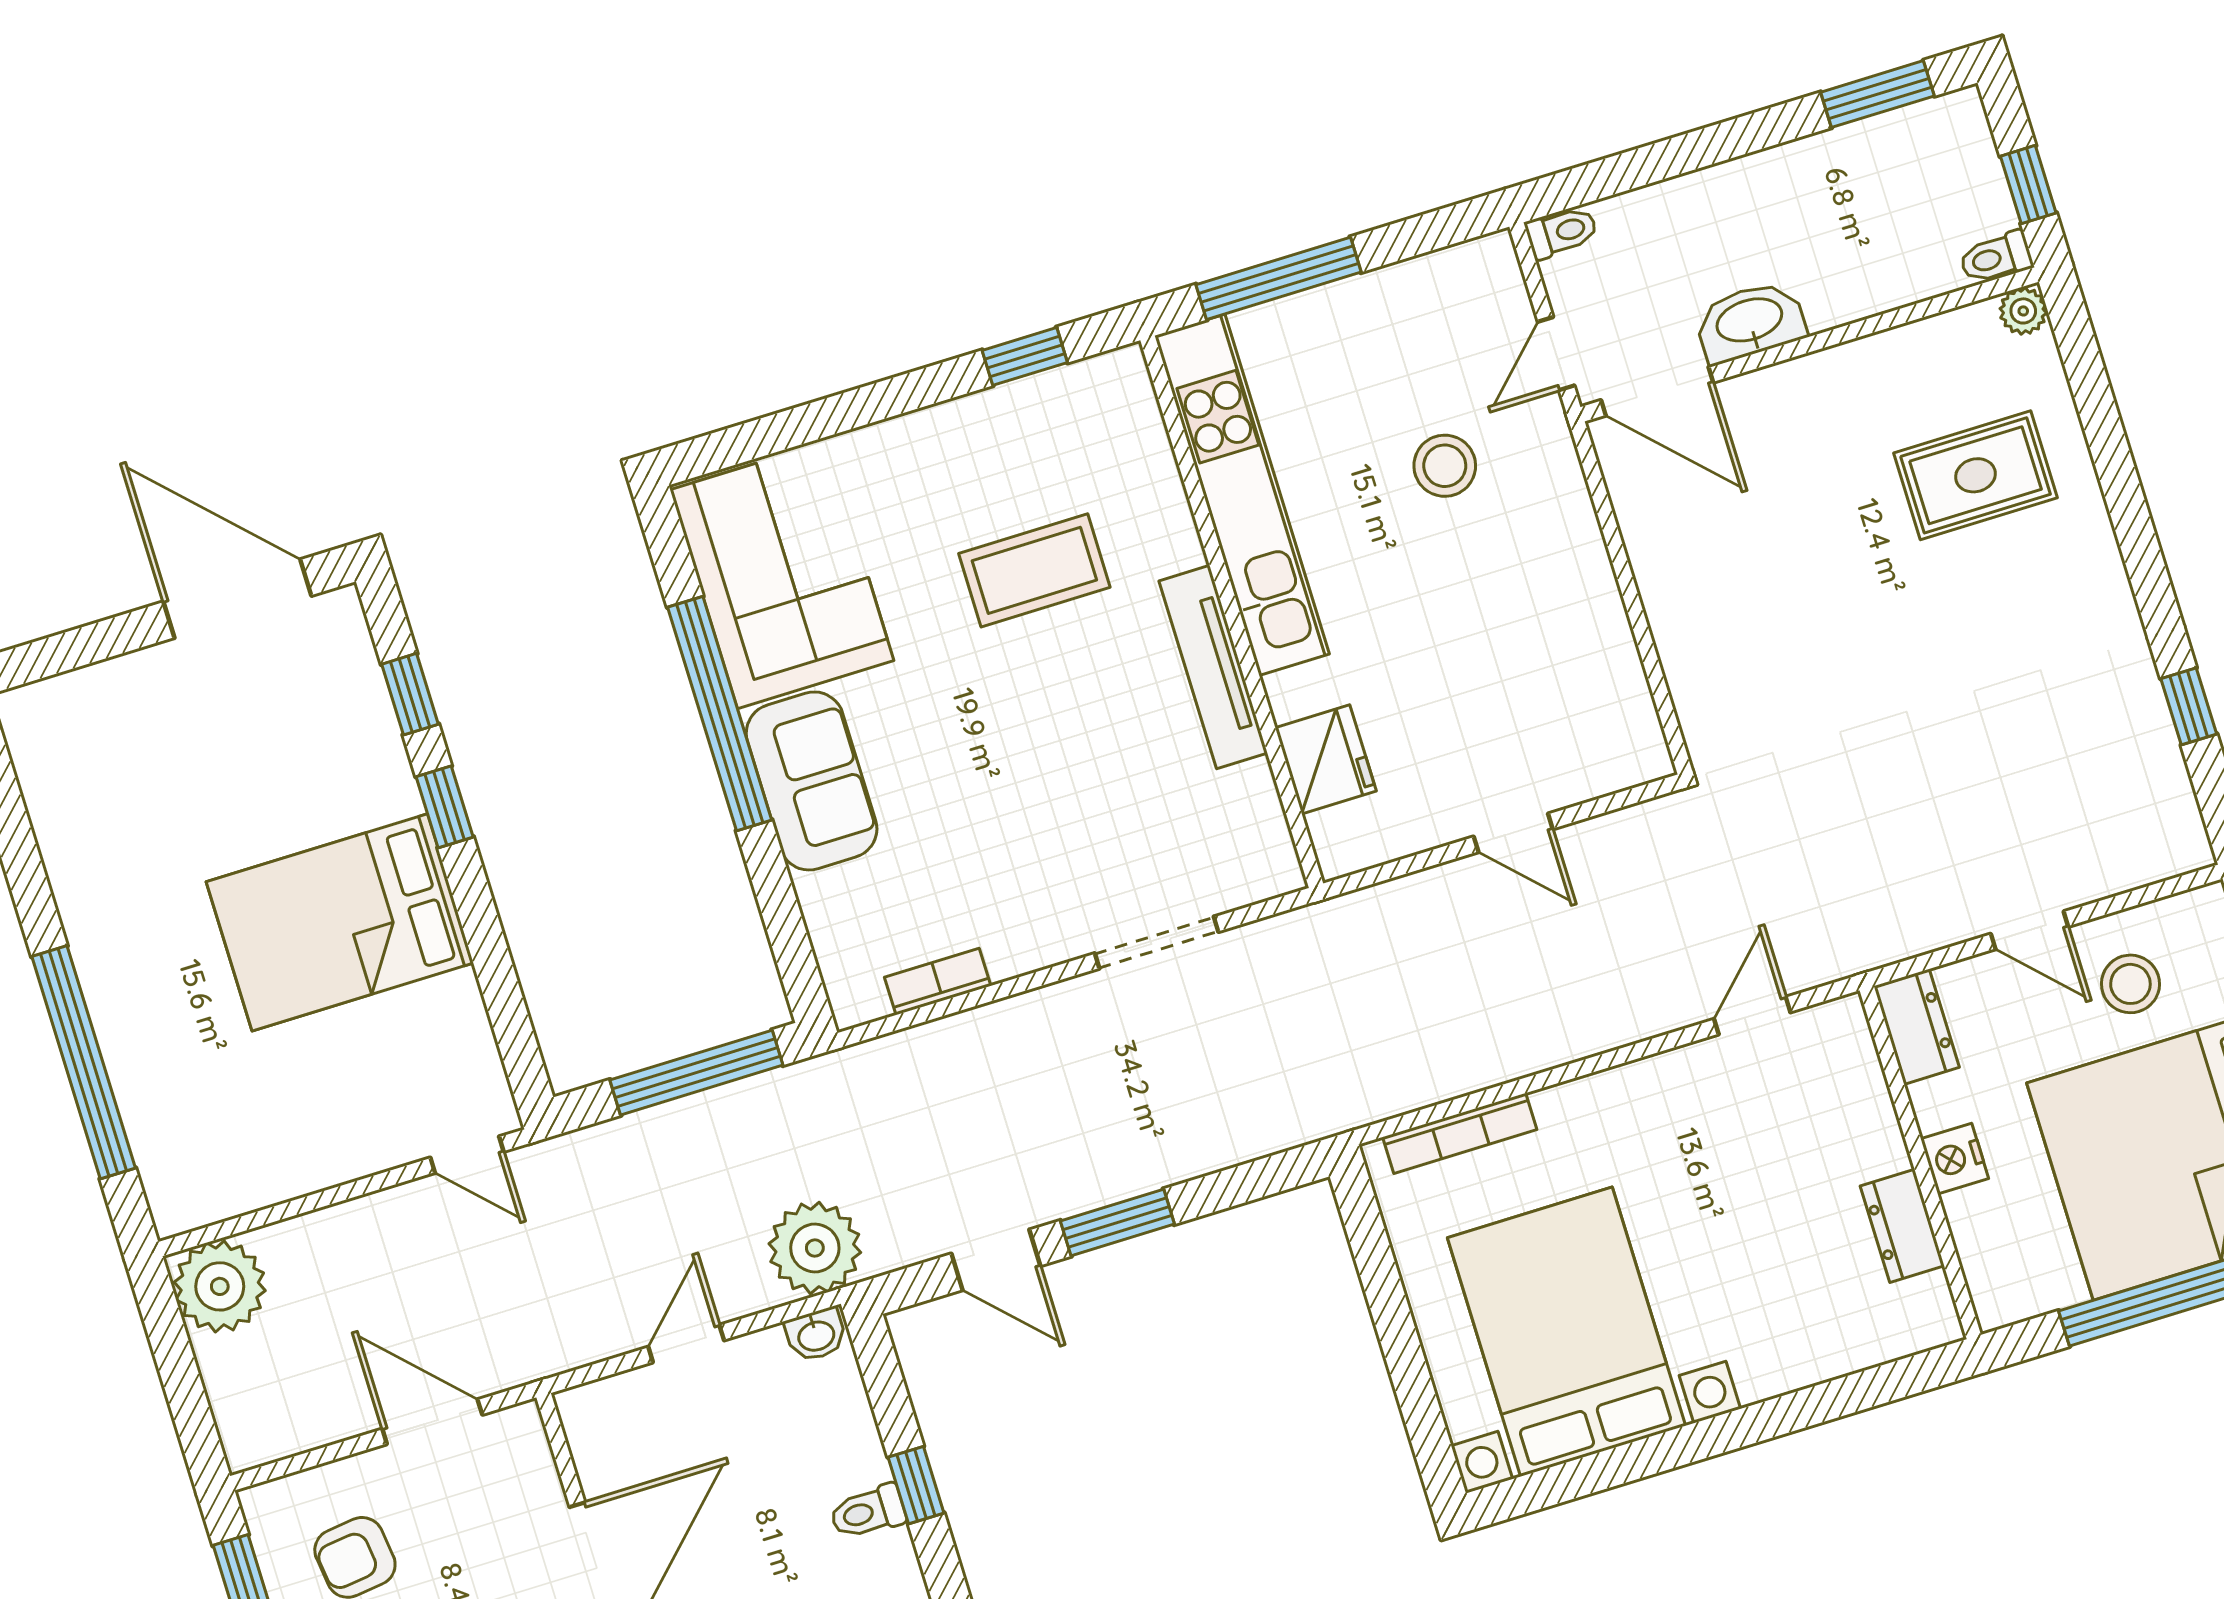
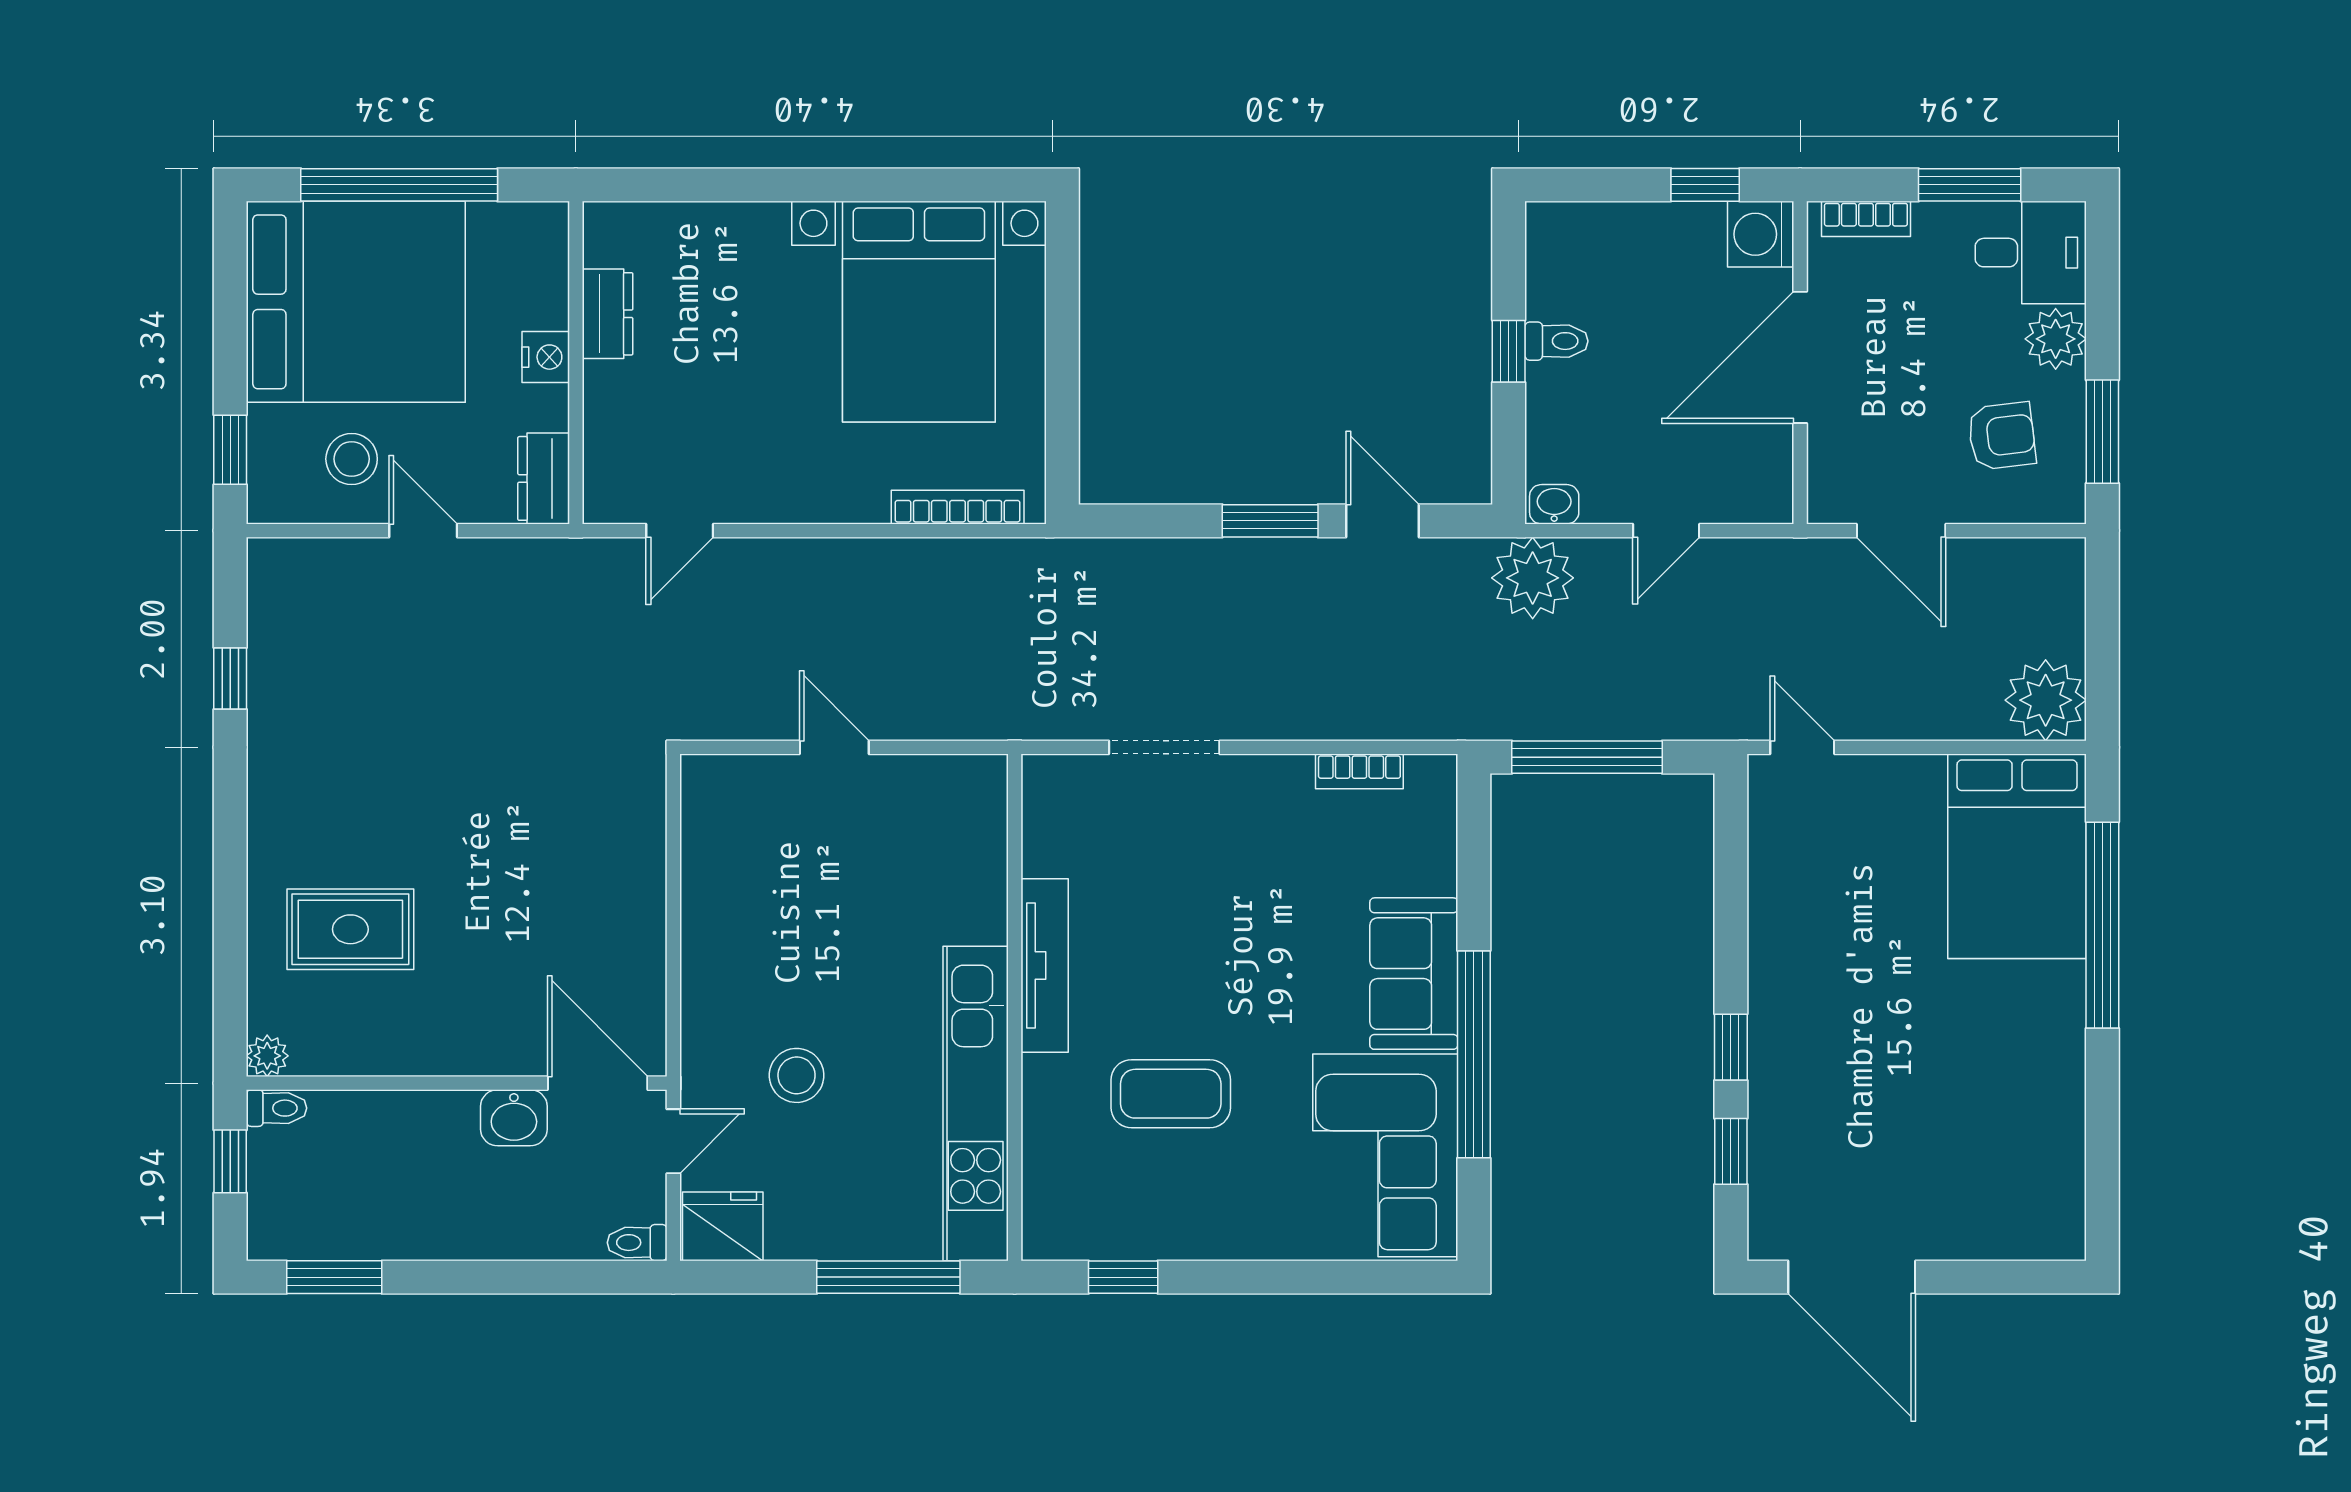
washbasin: (1750, 322) -> (514, 1118), width x0.72
fridge: (1326, 759) -> (723, 1226), moved, turned 90
bed: (340, 922) -> (2017, 856), moved, turned 90

